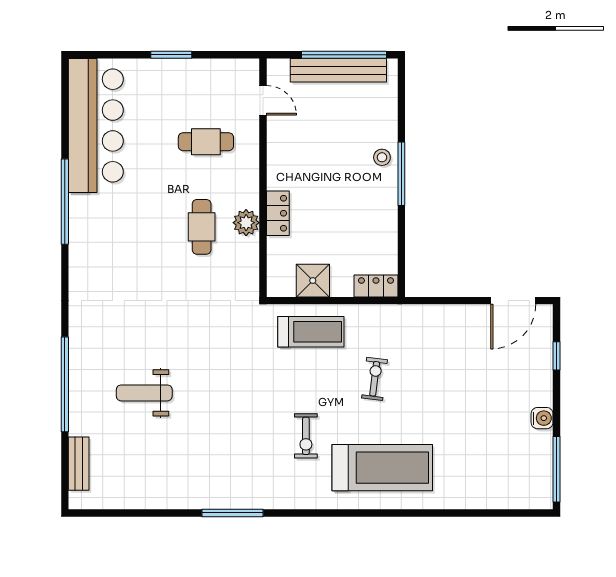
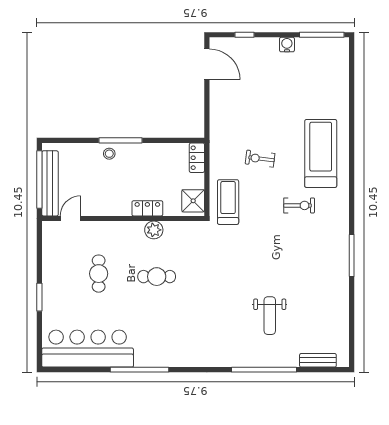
door: (263, 100) -> (70, 218), moved
wall: (263, 178) -> (123, 218), moved
locker: (278, 213) -> (147, 208), moved
plant: (246, 223) -> (154, 230), moved

